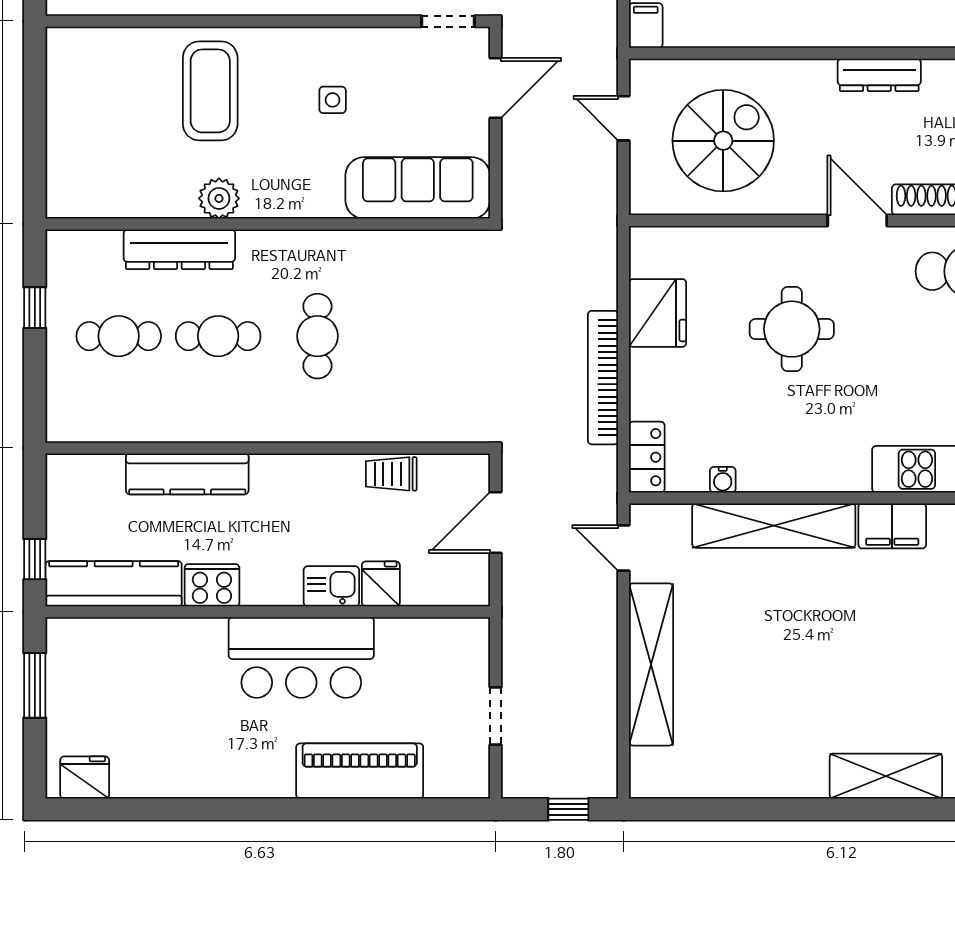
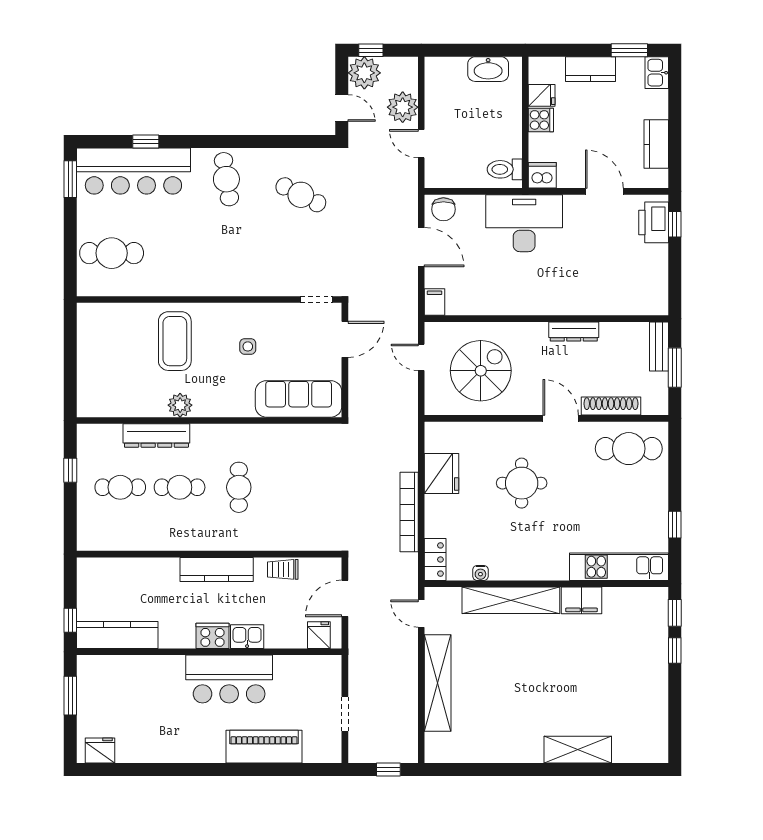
kitchen counter: (187, 474) -> (217, 569), moved
fridge: (381, 584) -> (319, 635), moved
cooker: (212, 585) -> (212, 636), moved

